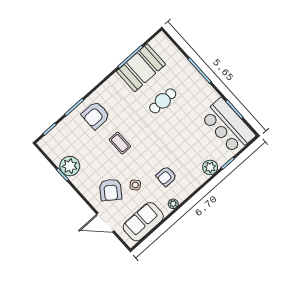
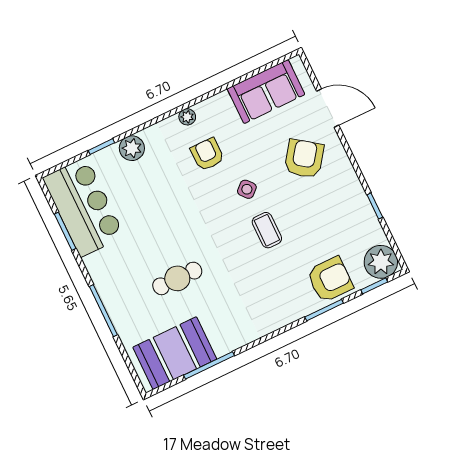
booth: (141, 68) -> (175, 353), moved
armchair: (96, 115) -> (330, 279), moved
plant: (70, 166) -> (381, 262), moved
armchair: (166, 176) -> (207, 154), turned -90
side table: (135, 185) -> (247, 189), moved
plant: (173, 204) -> (187, 117), moved

